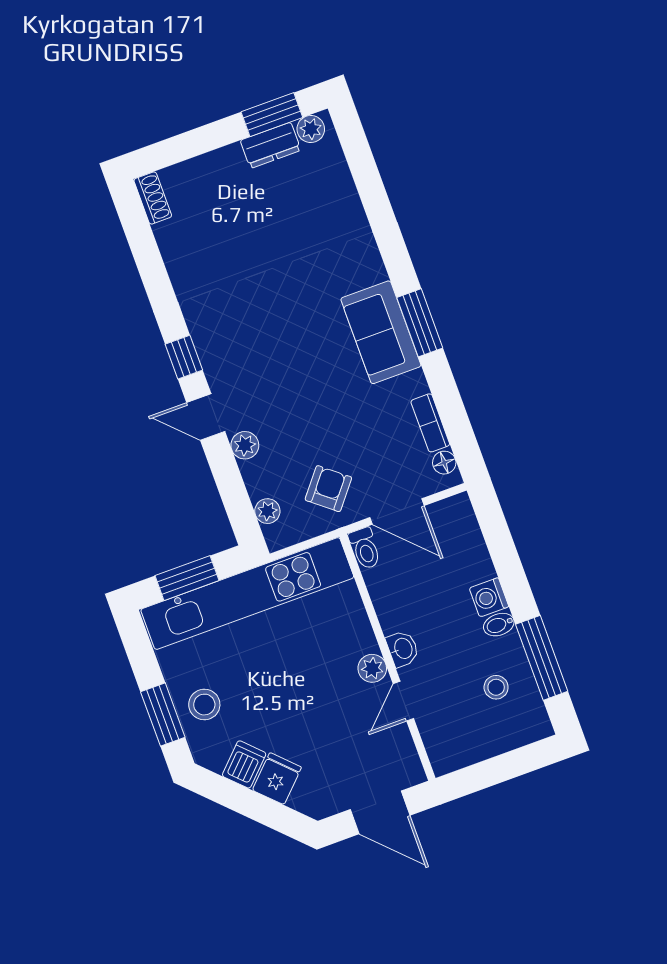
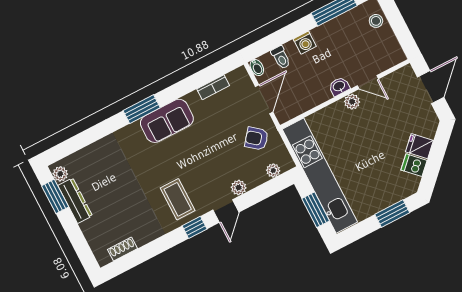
dresser: (271, 145) -> (75, 201), width x1.44
shoe rack: (153, 198) -> (122, 249), moved
window: (420, 323) -> (142, 109), moved
coffee table: (238, 333) -> (178, 199), added
floor lamp: (444, 463) -> (234, 77), removed
toilet: (365, 548) -> (281, 58), moved, turned 90
bidet: (499, 625) -> (257, 67), moved
stool: (496, 687) -> (376, 21), moved
stool: (204, 705) -> (384, 191), removed

